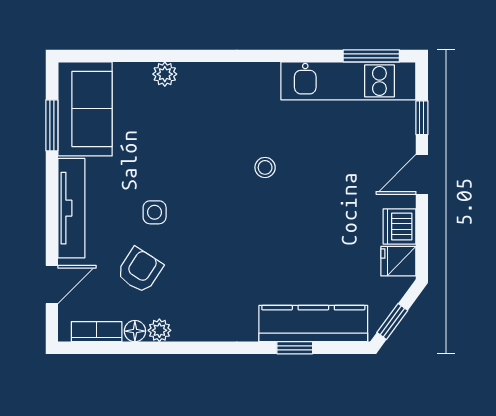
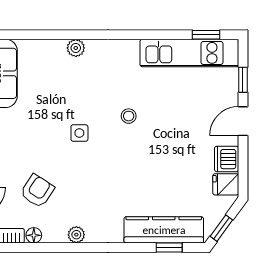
window: (371, 56) -> (206, 35), width x0.67
plant: (165, 74) -> (76, 48), moved
side table: (155, 212) -> (79, 133), moved
plant: (159, 330) -> (76, 235), moved
window: (295, 348) -> (169, 247), moved

